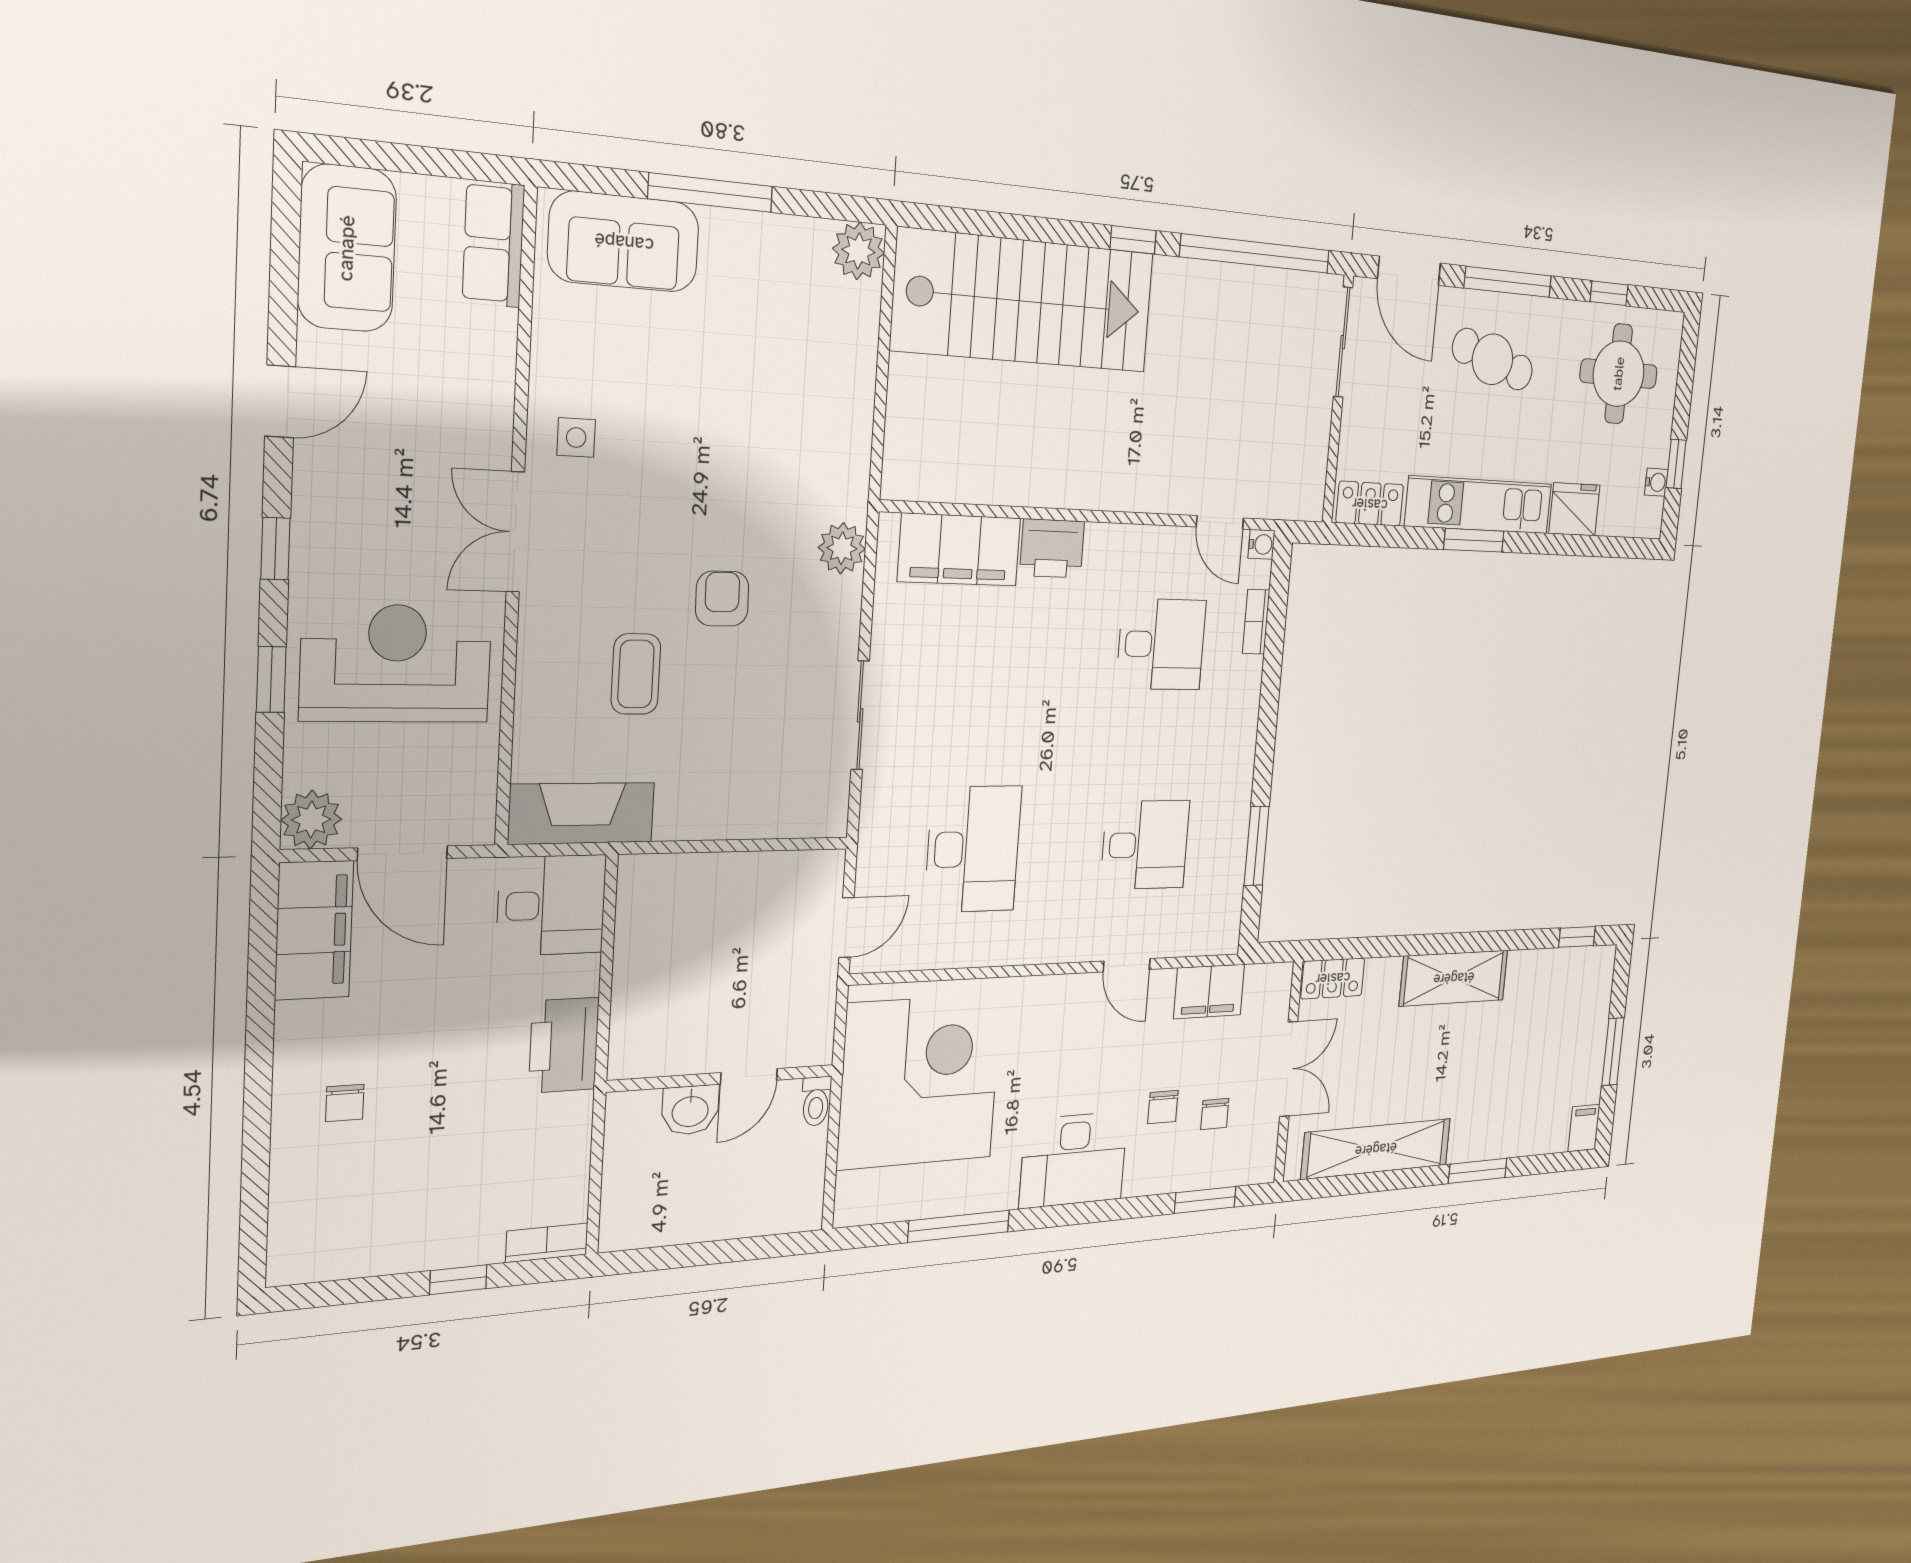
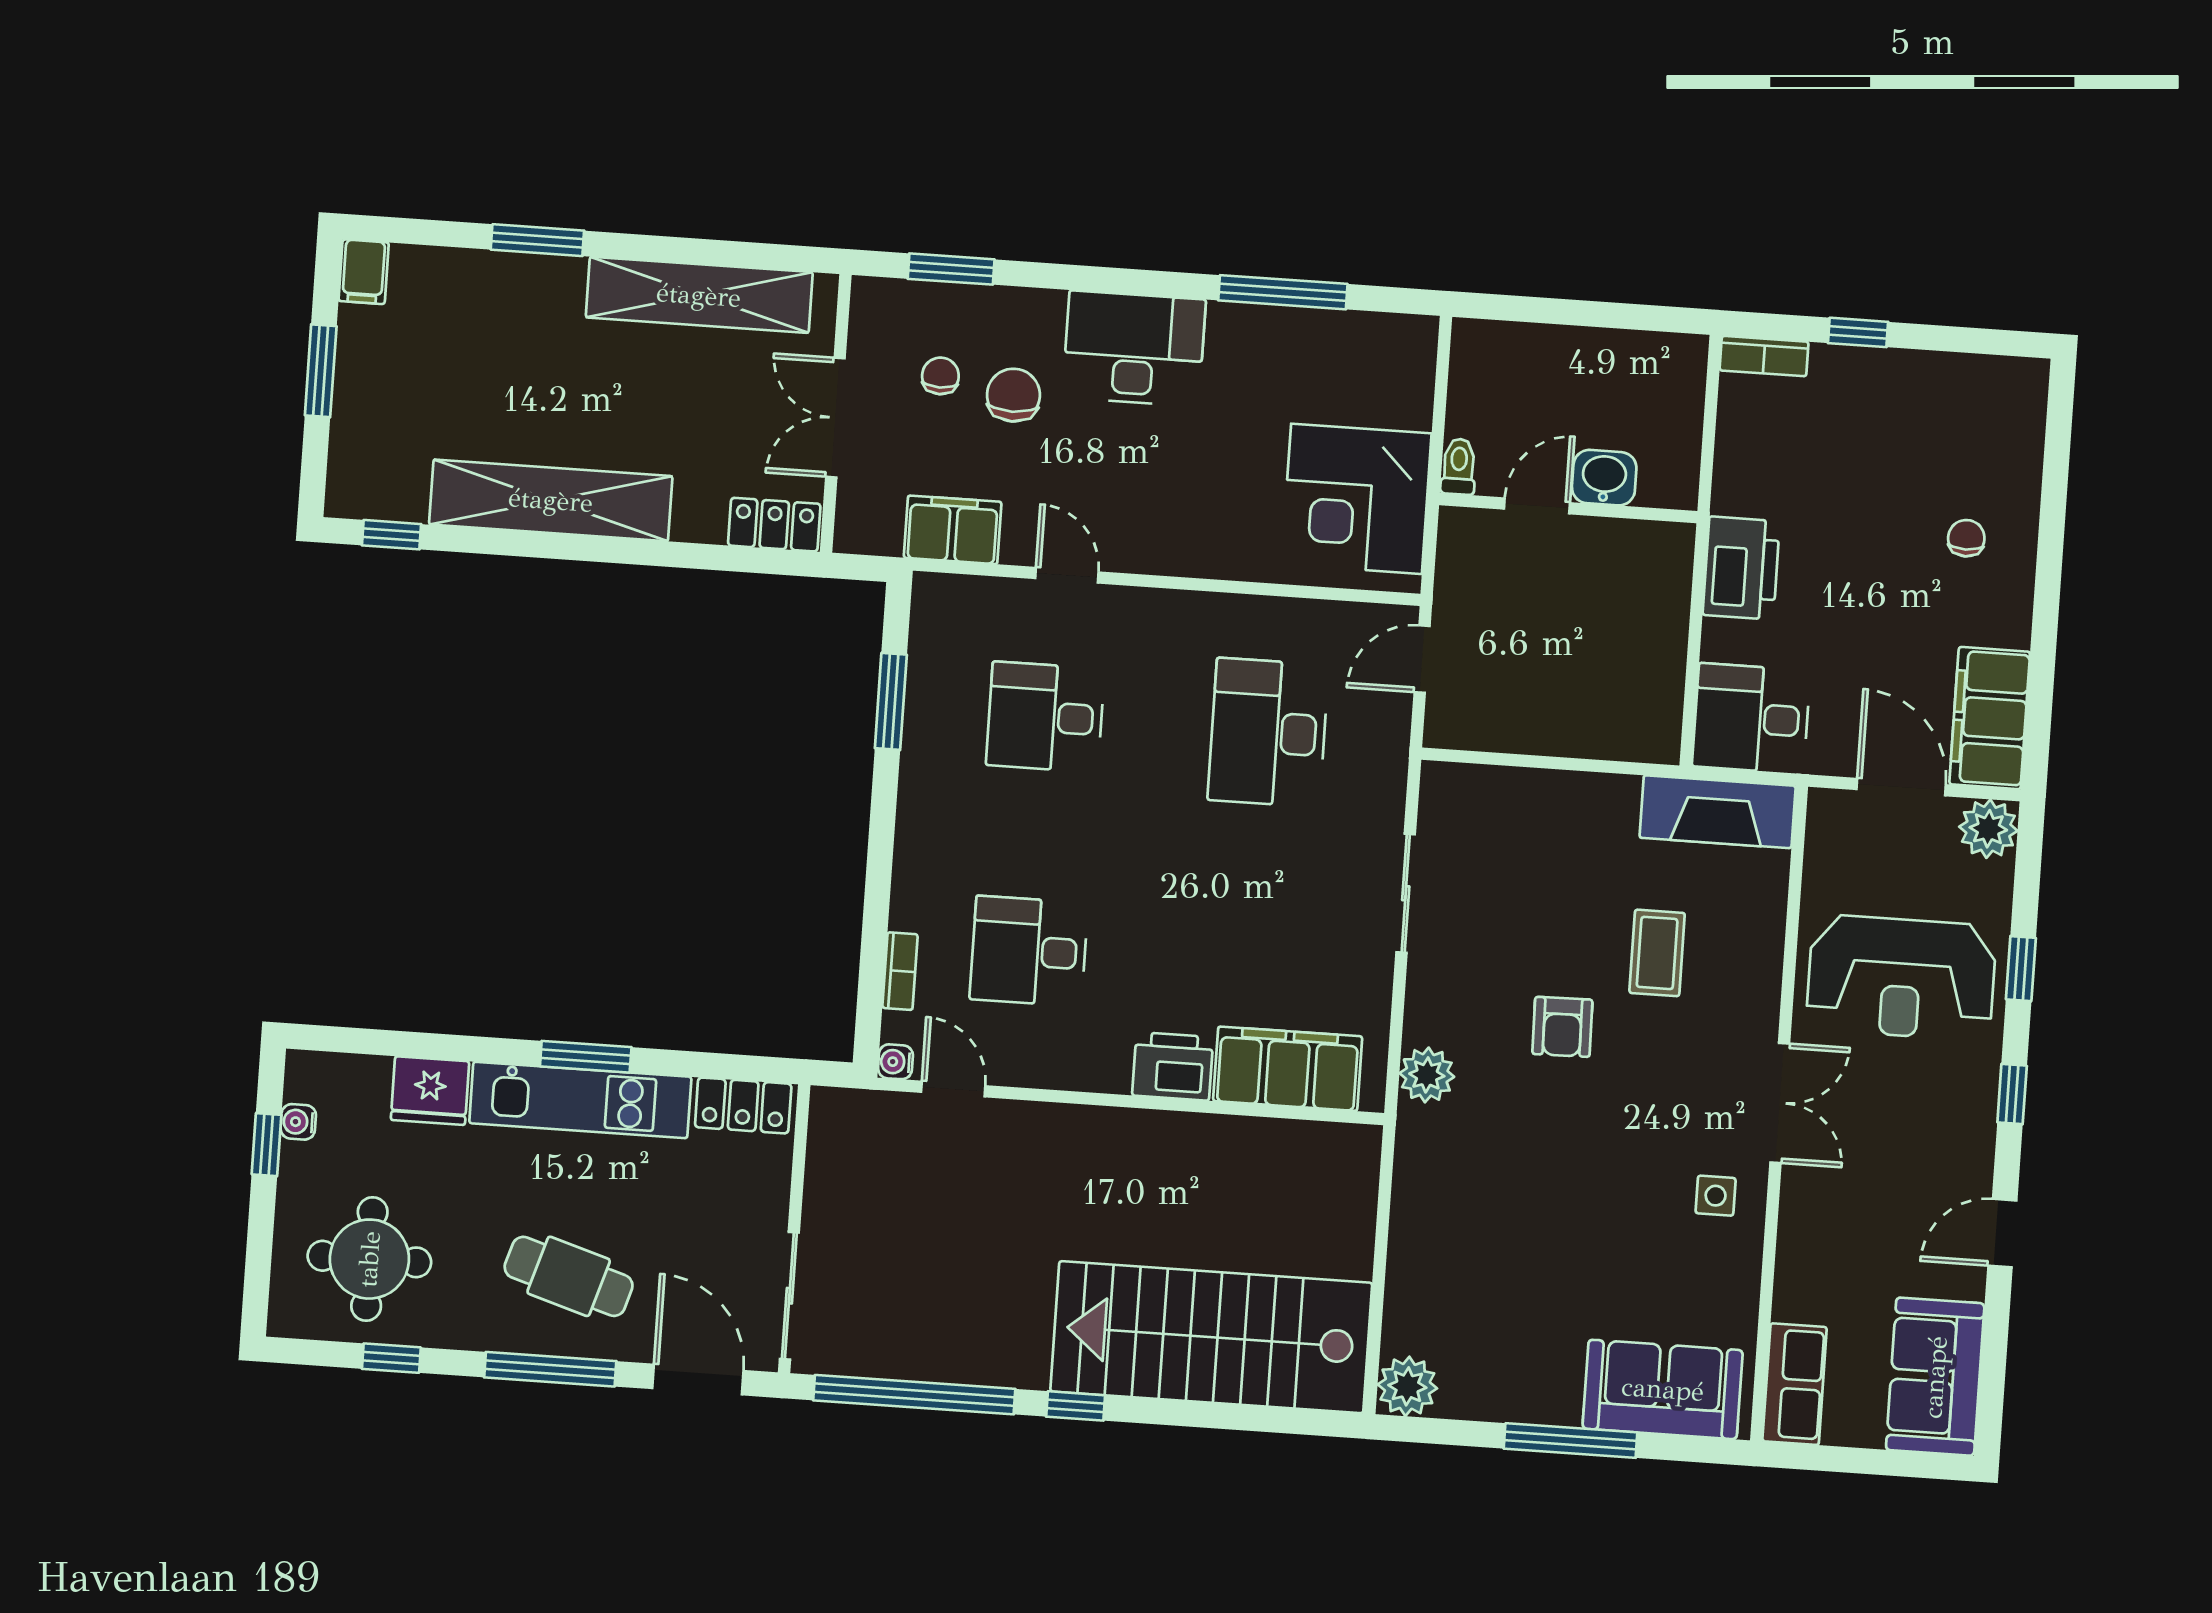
shelving: (1454, 978) -> (551, 500), width x1.47
corner desk: (920, 1081) -> (1357, 499), width x0.74, depth x0.74
chair: (1163, 1107) -> (1013, 395), width x1.37, depth x1.37

